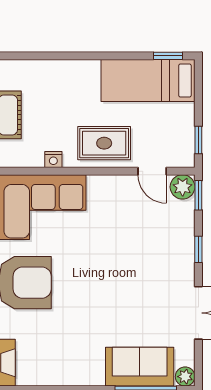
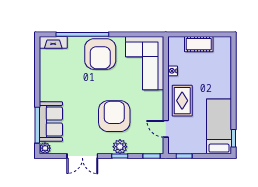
door: (152, 171) -> (166, 129), hinge flipped
plant: (183, 187) -> (120, 147), moved
armchair: (131, 259) -> (114, 116), added

